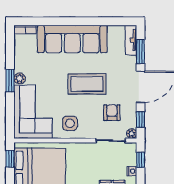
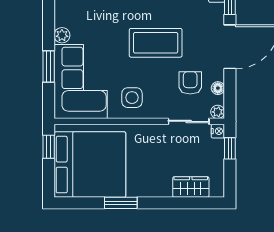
window: (10, 81) -> (49, 67), moved
floor lamp: (132, 117) -> (218, 88), added
window: (140, 120) -> (230, 92), removed
nightstand: (132, 171) -> (218, 131), moved

